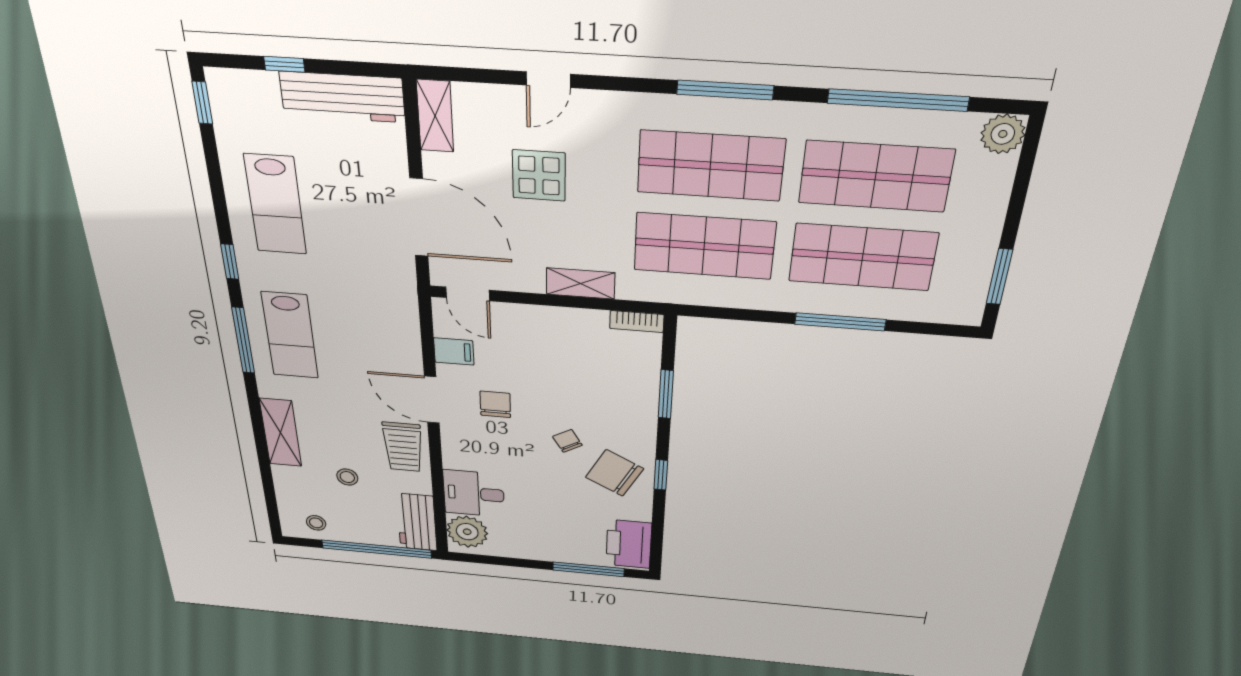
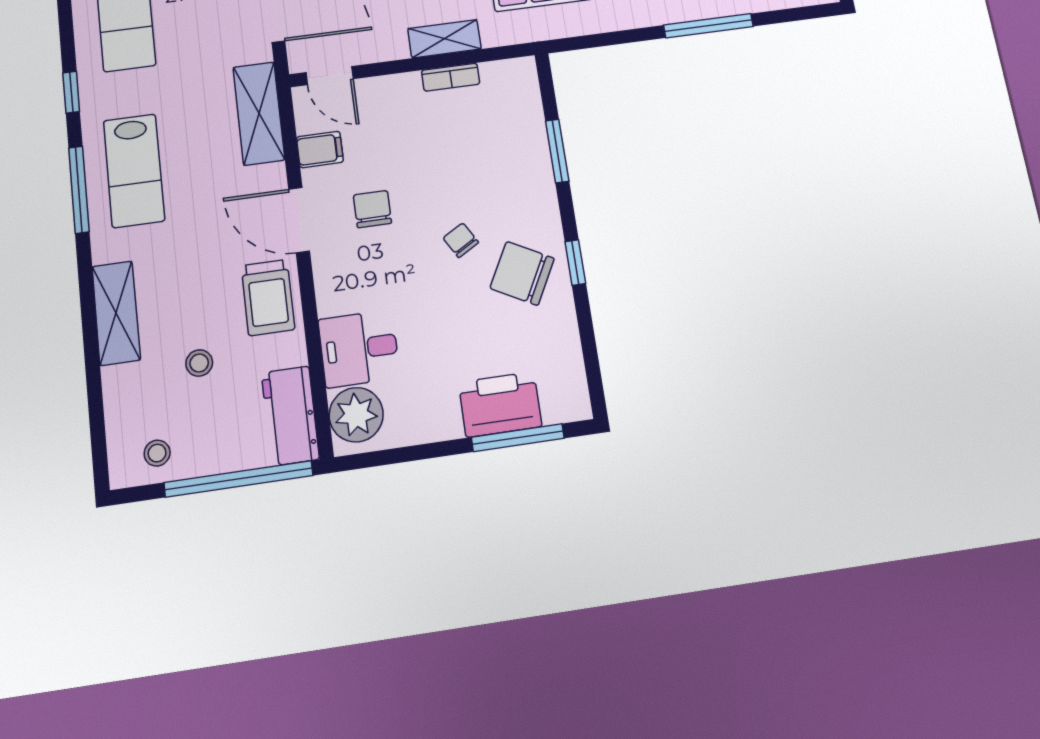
shelving: (401, 312) -> (259, 113), added
bookcase: (637, 321) -> (451, 77), moved
printer: (629, 544) -> (500, 404), moved, turned 90

